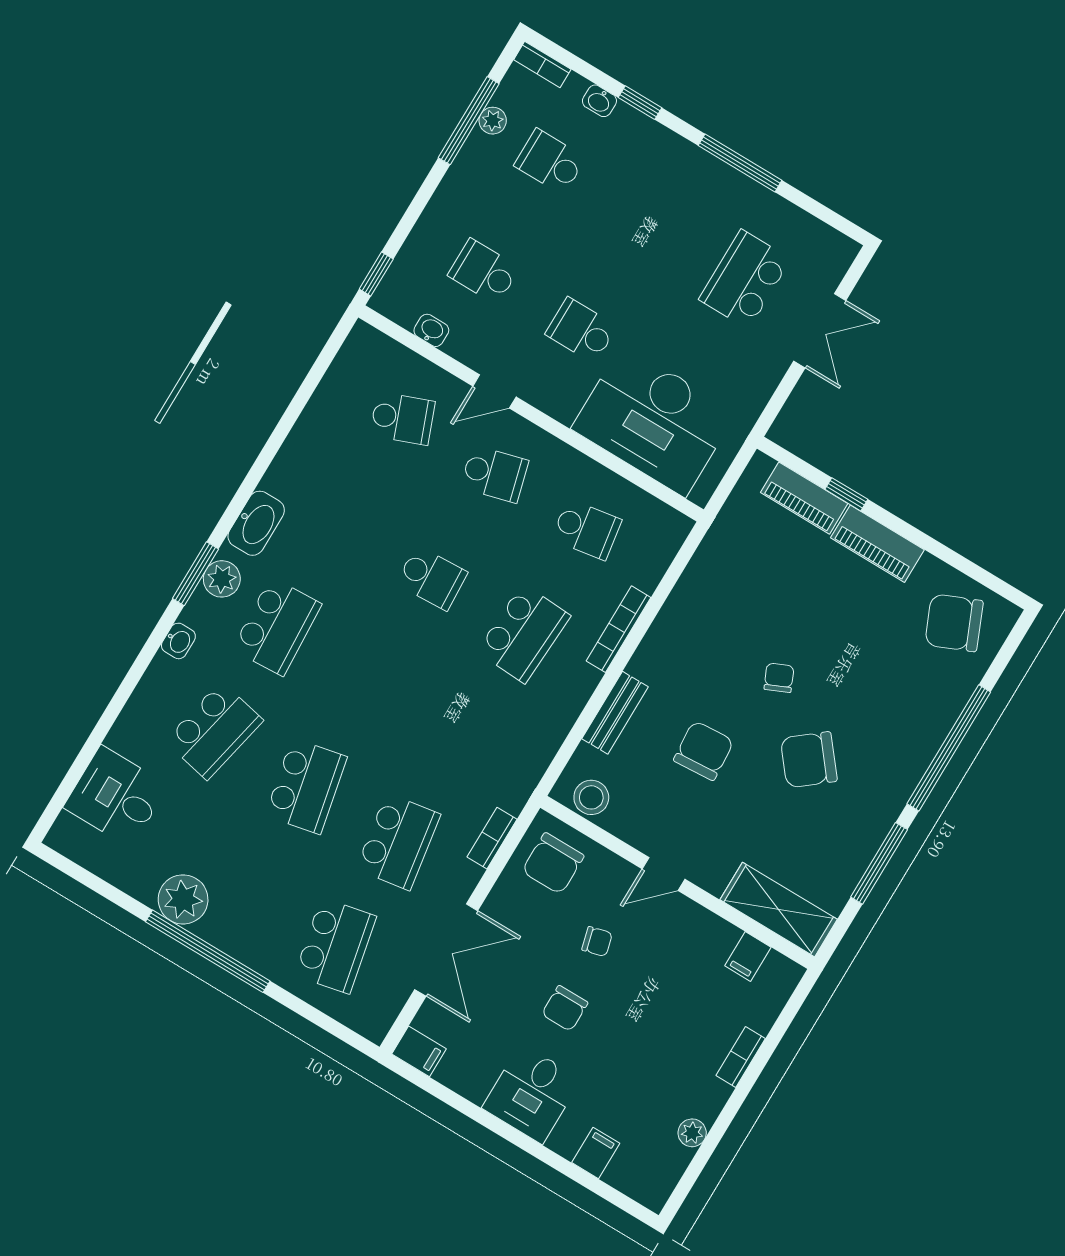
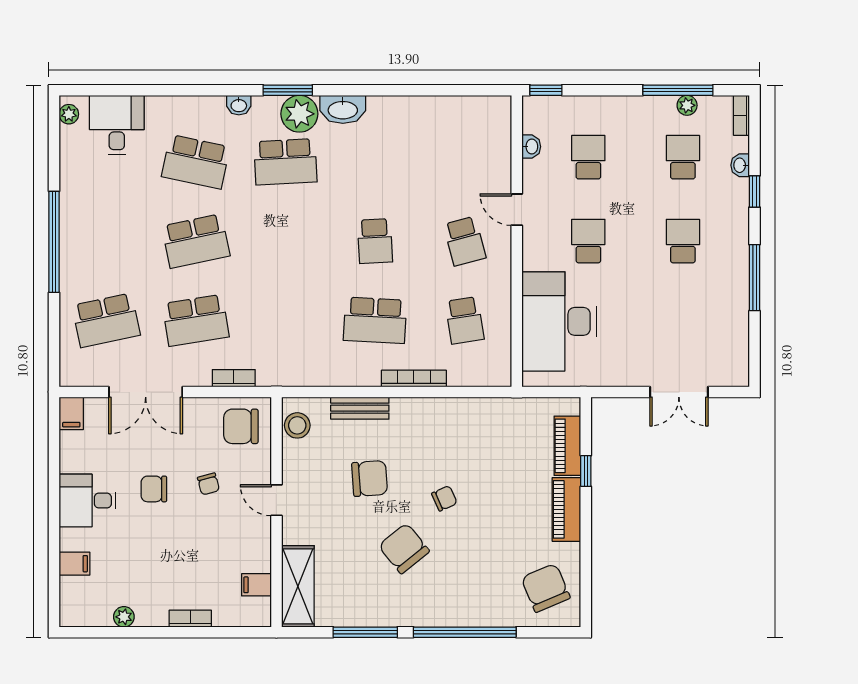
school desk: (745, 279) -> (683, 241), moved, width x0.54
school desk: (402, 418) -> (465, 162), removed
plant: (222, 579) -> (299, 114), width x1.36, depth x1.36
plant: (183, 899) -> (69, 114), moved, width x0.53, depth x0.53

